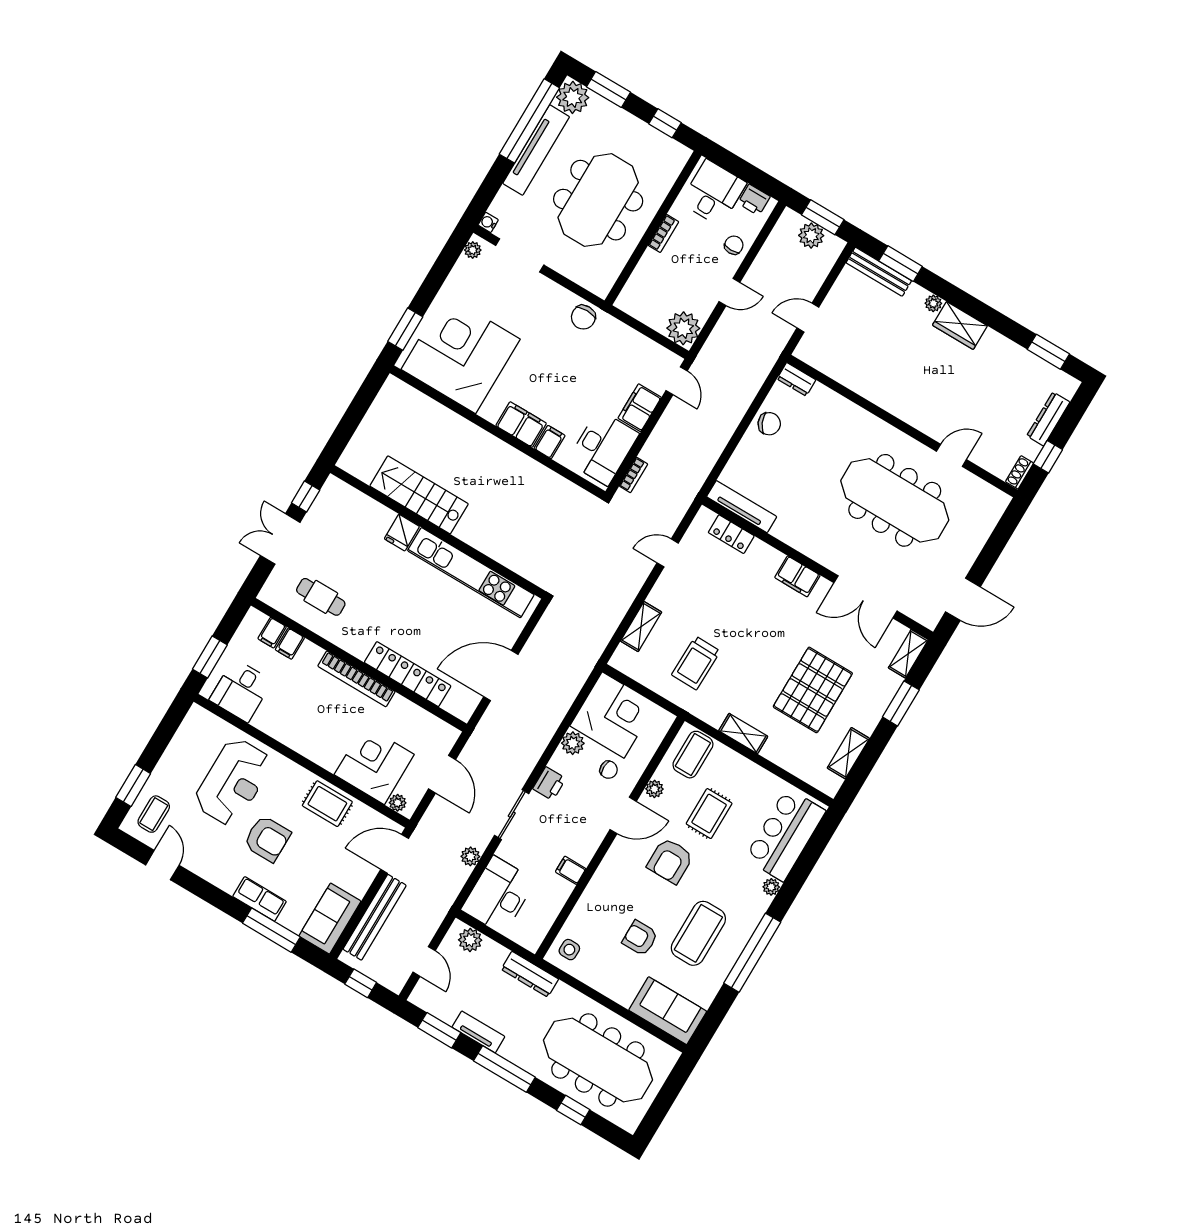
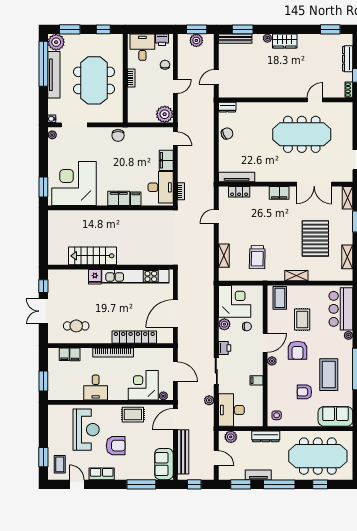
desk: (241, 690) -> (96, 388), moved
plant: (654, 789) -> (272, 361), moved
row of seats: (260, 899) -> (102, 474), moved

